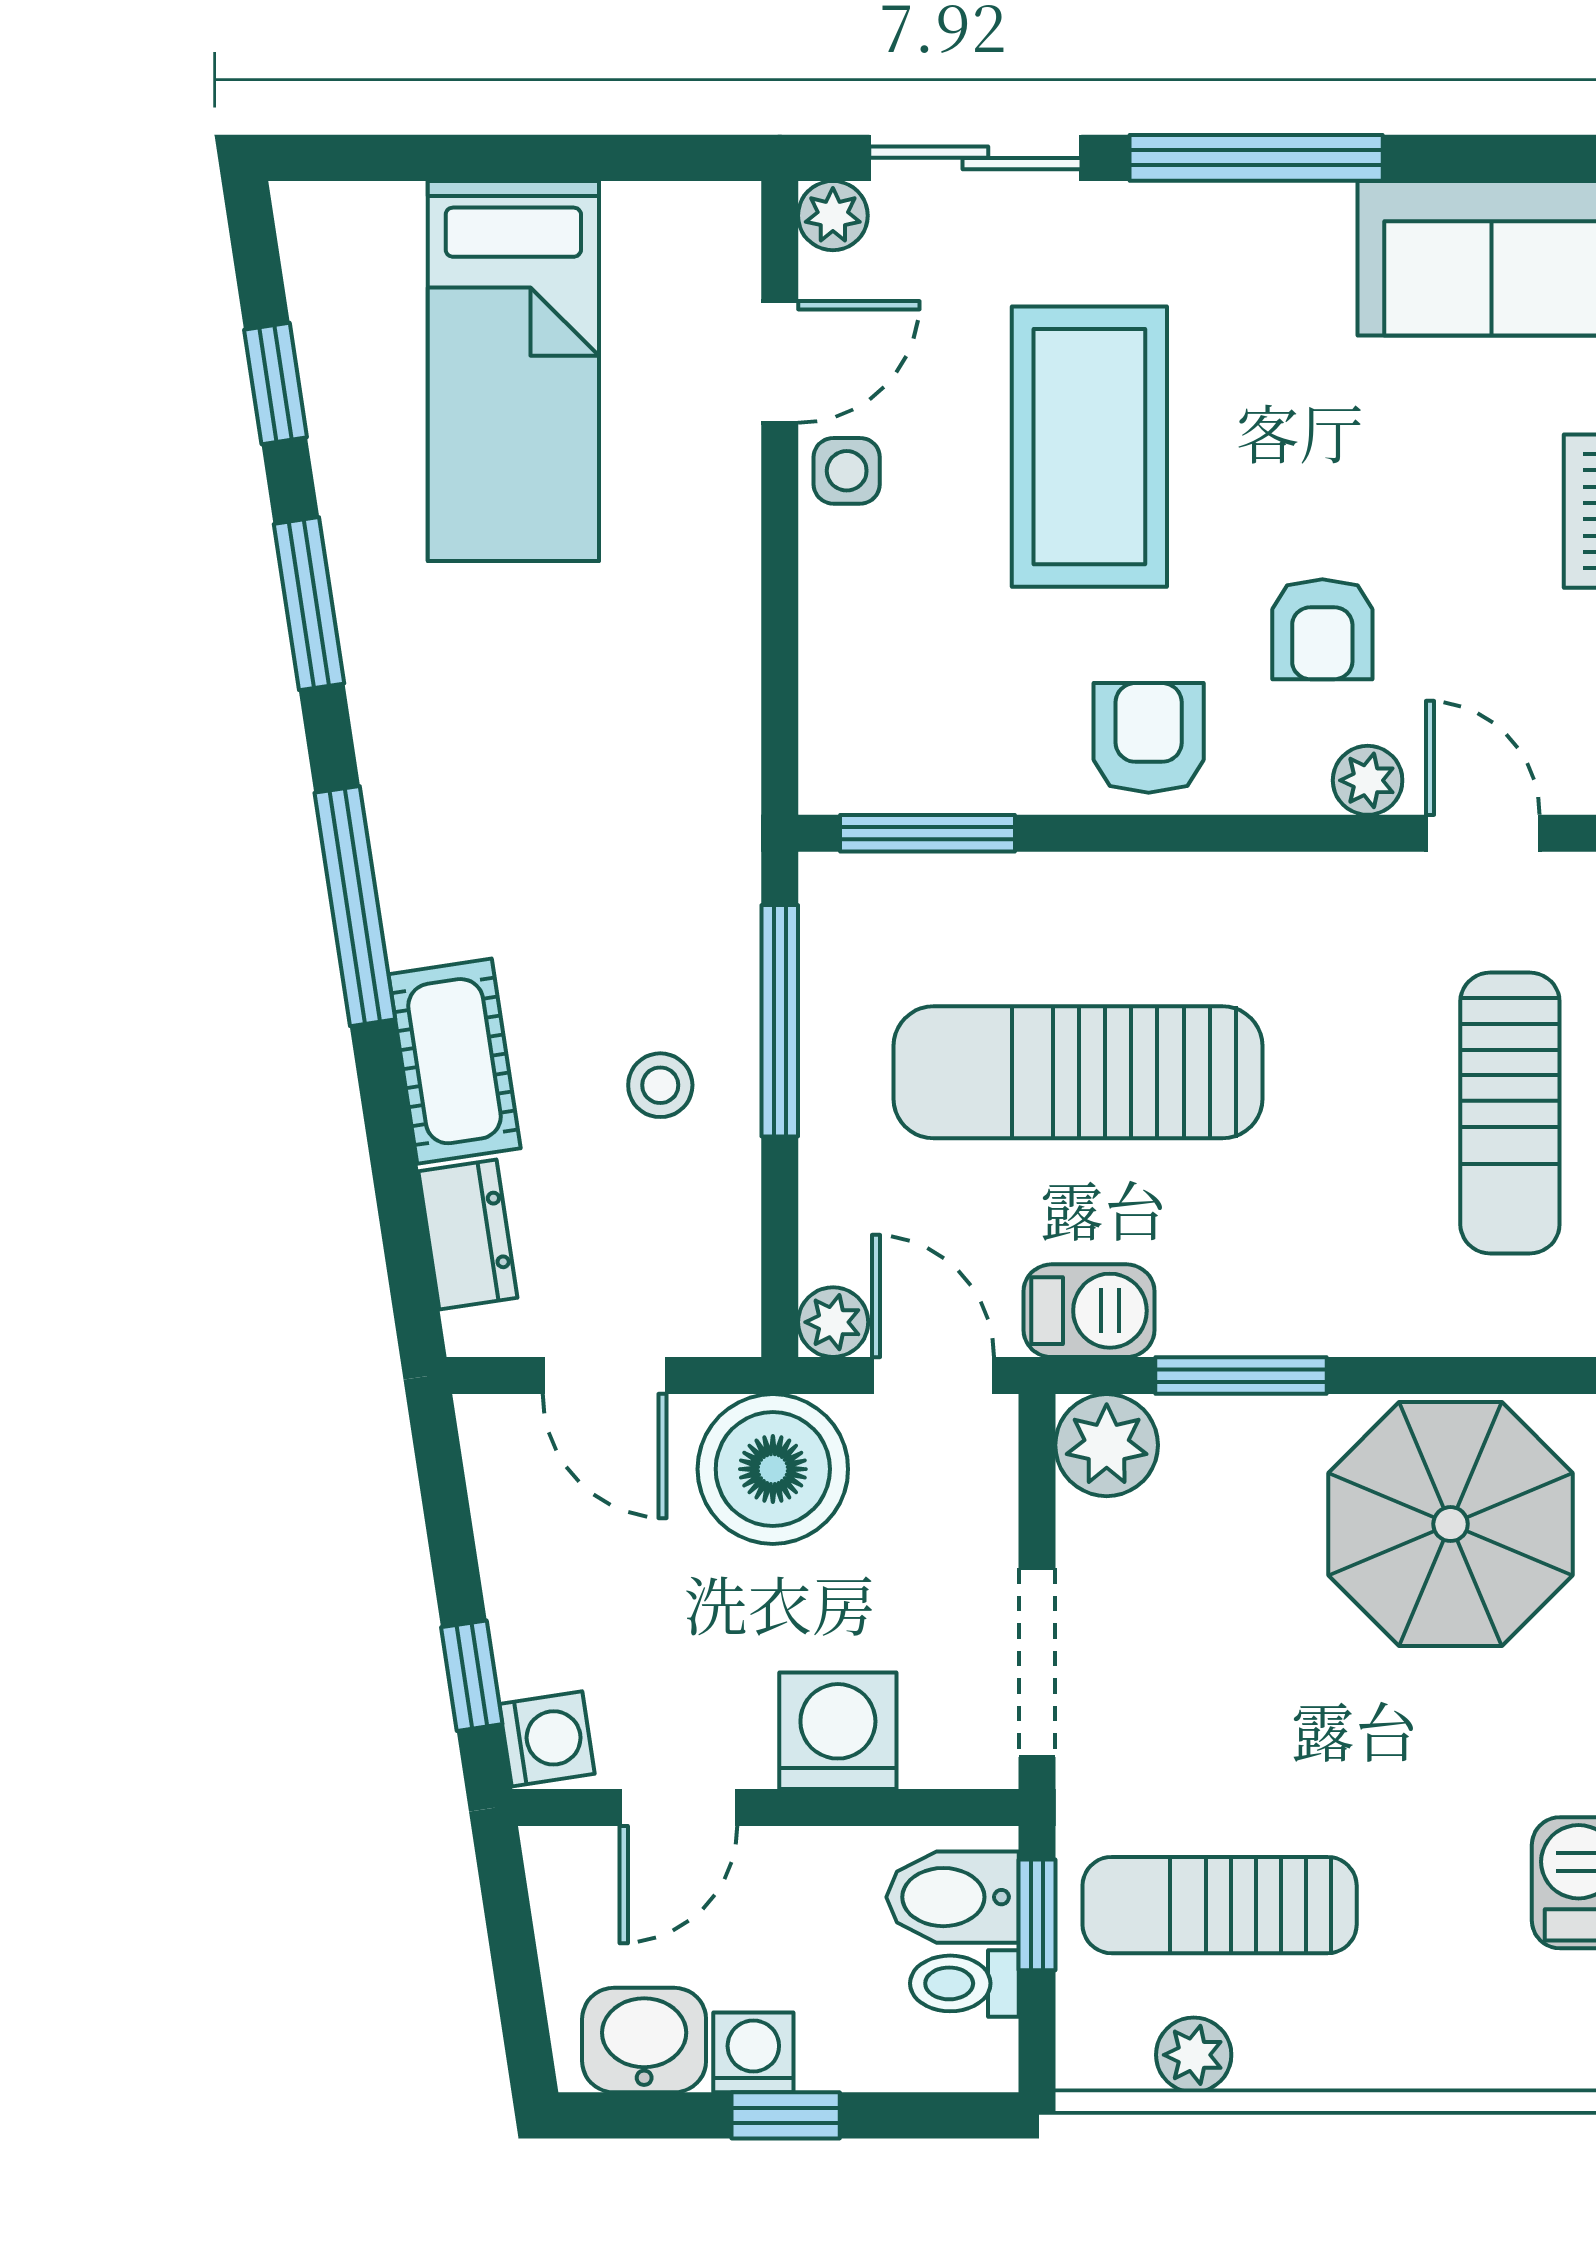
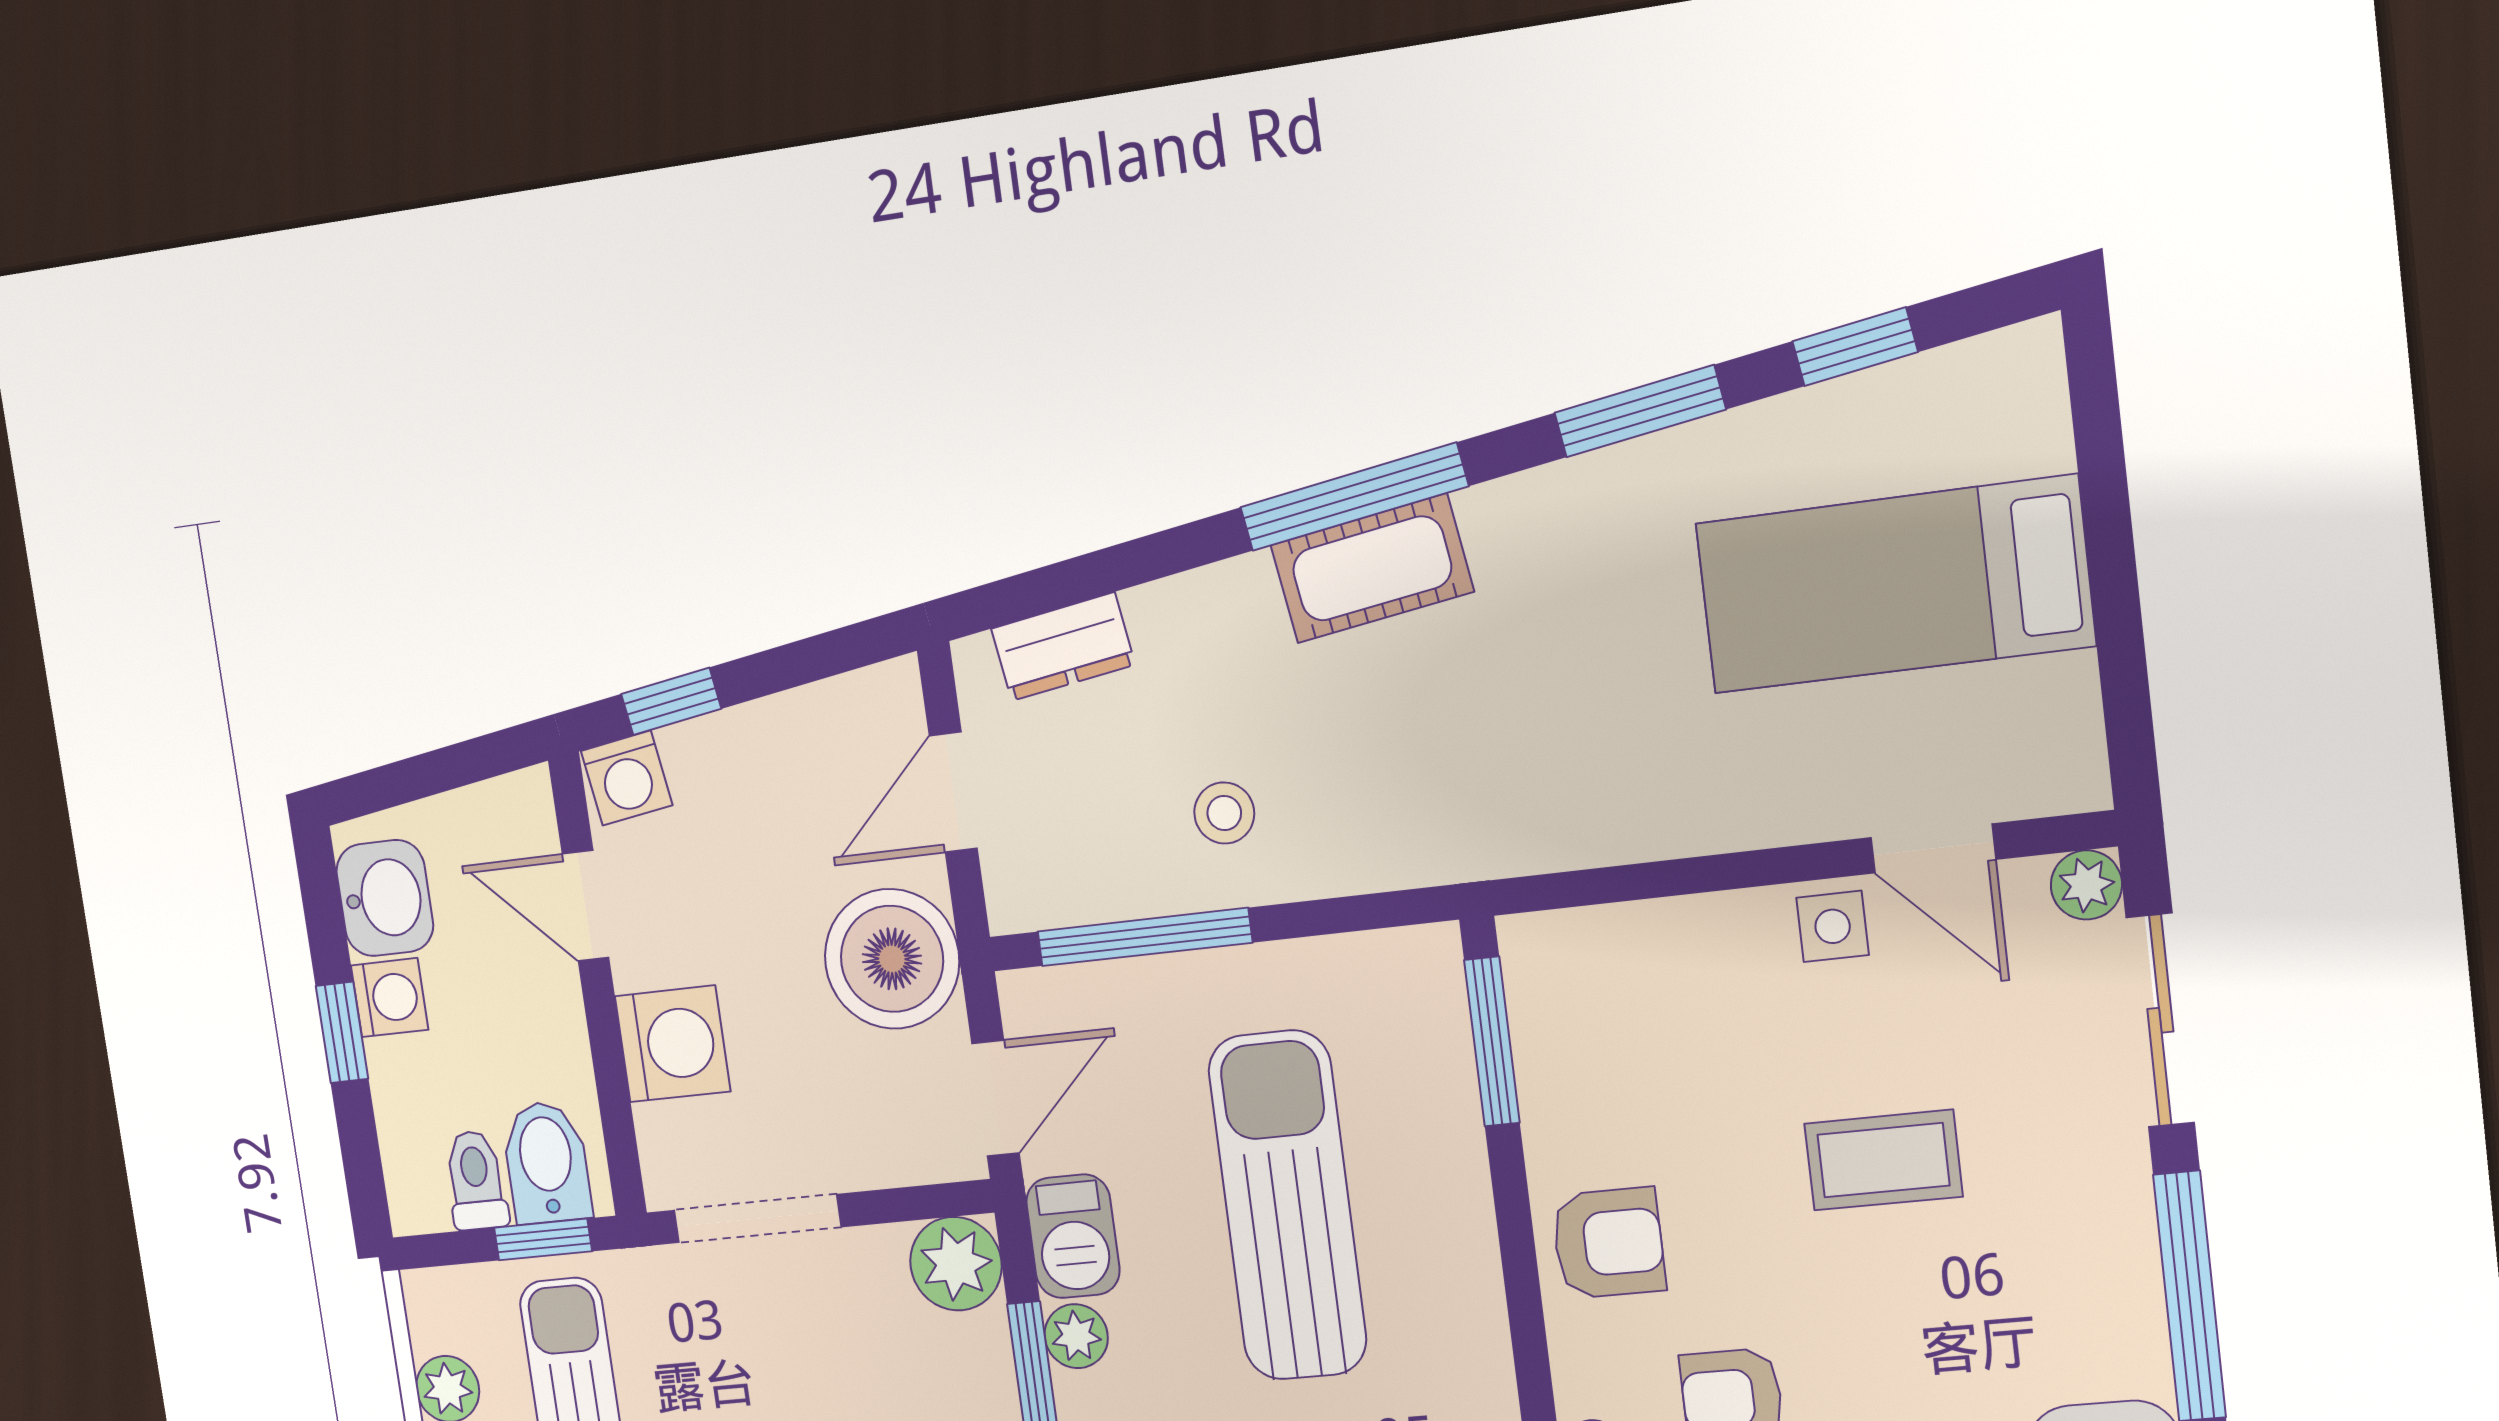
coffee table: (1089, 447) -> (1883, 1160), width x0.54, depth x0.58
window: (780, 1021) -> (1145, 937), moved
cot: (454, 1061) -> (1372, 568), moved
plant: (833, 1322) -> (1076, 1336), moved

